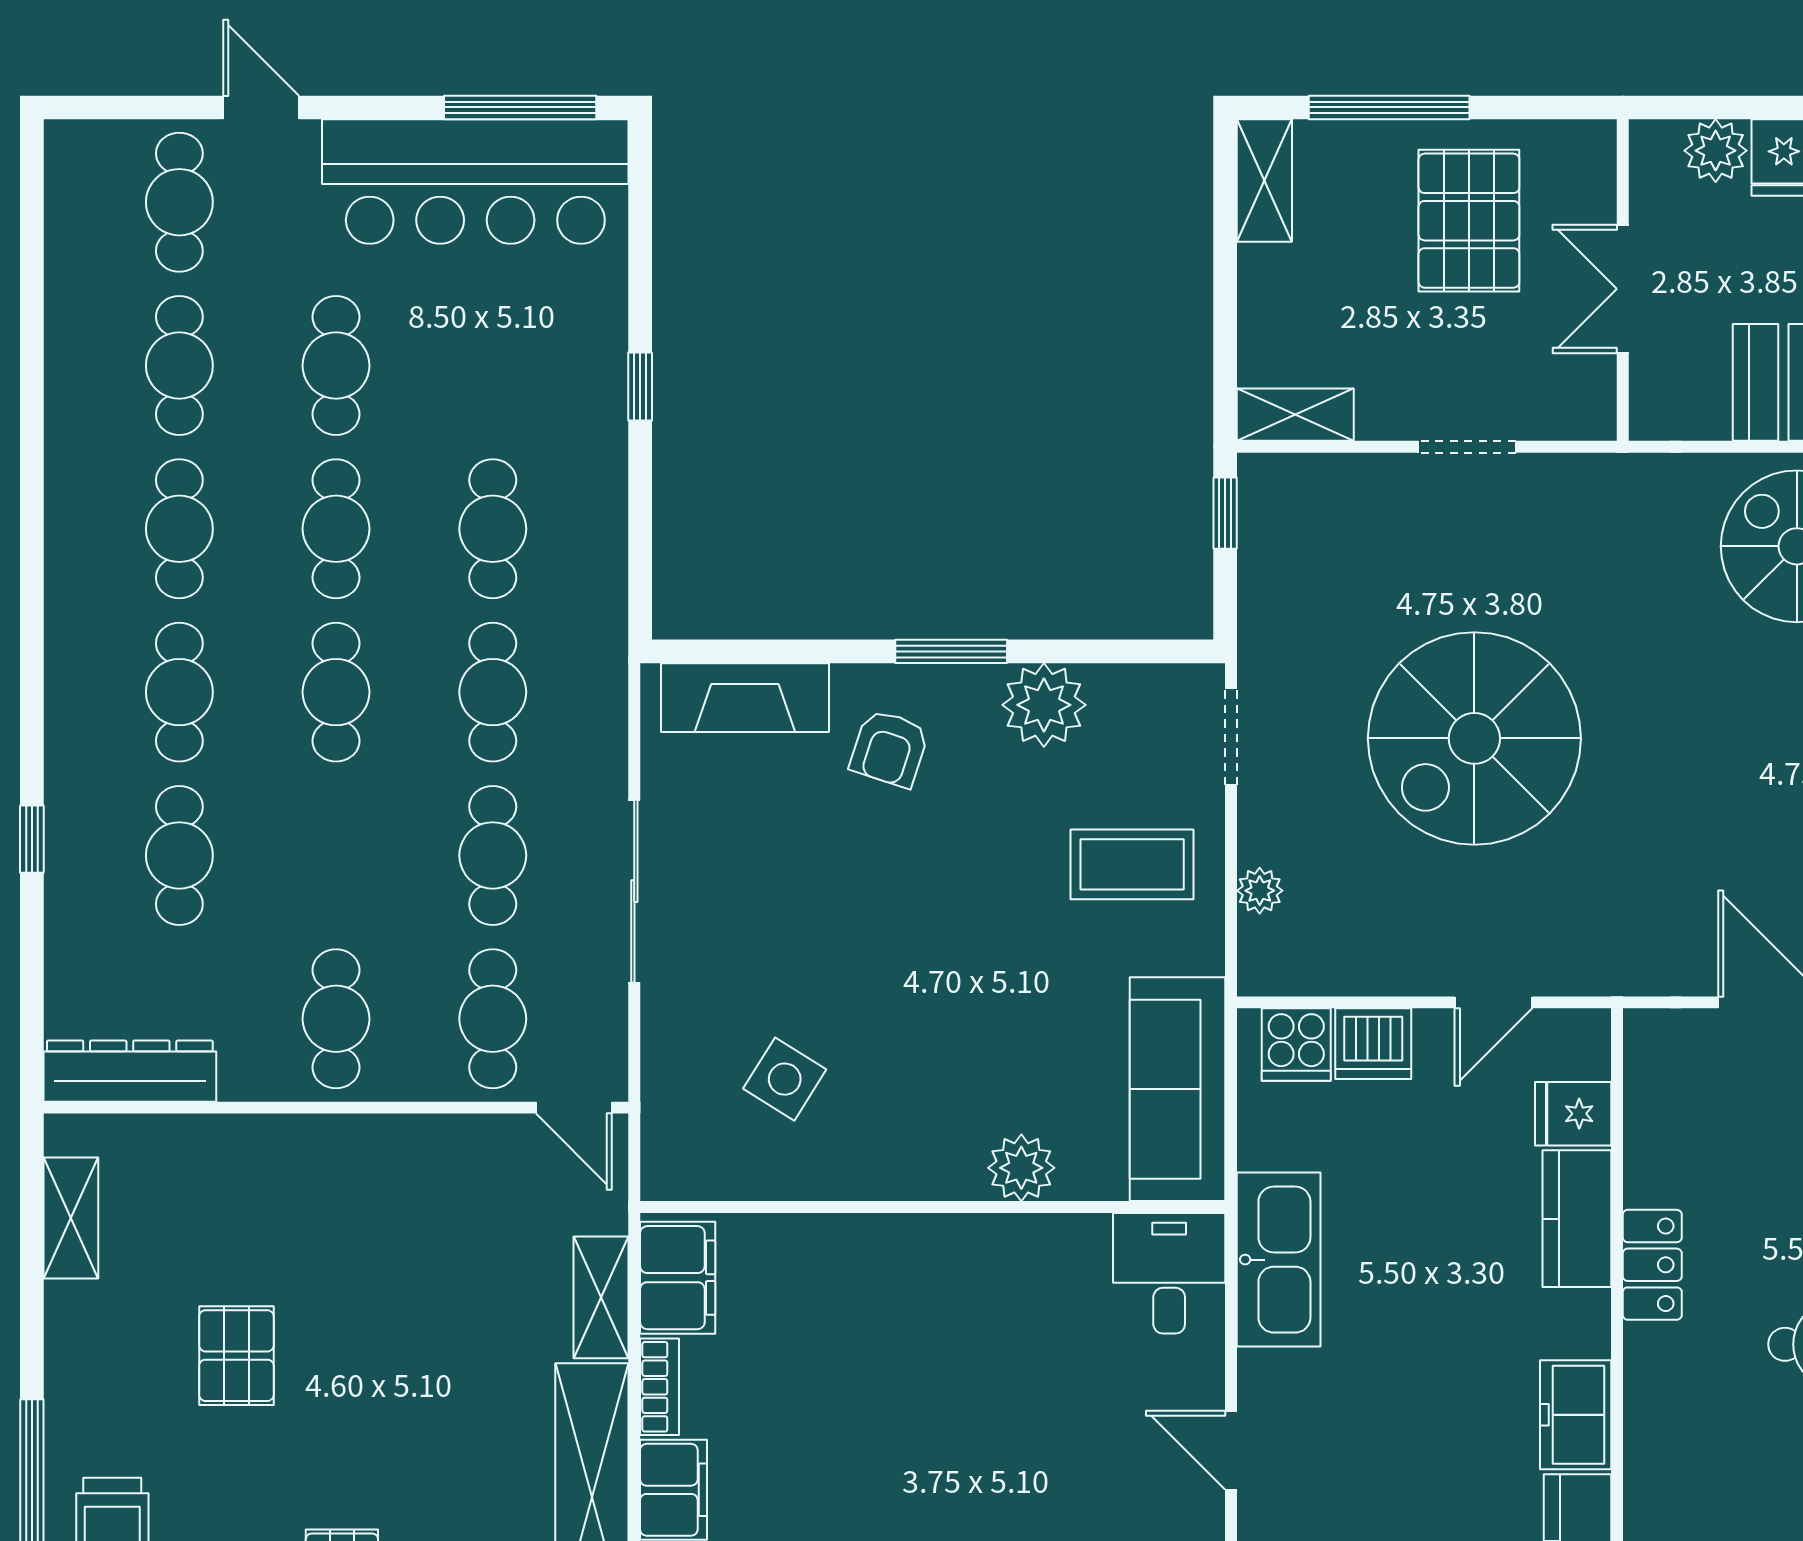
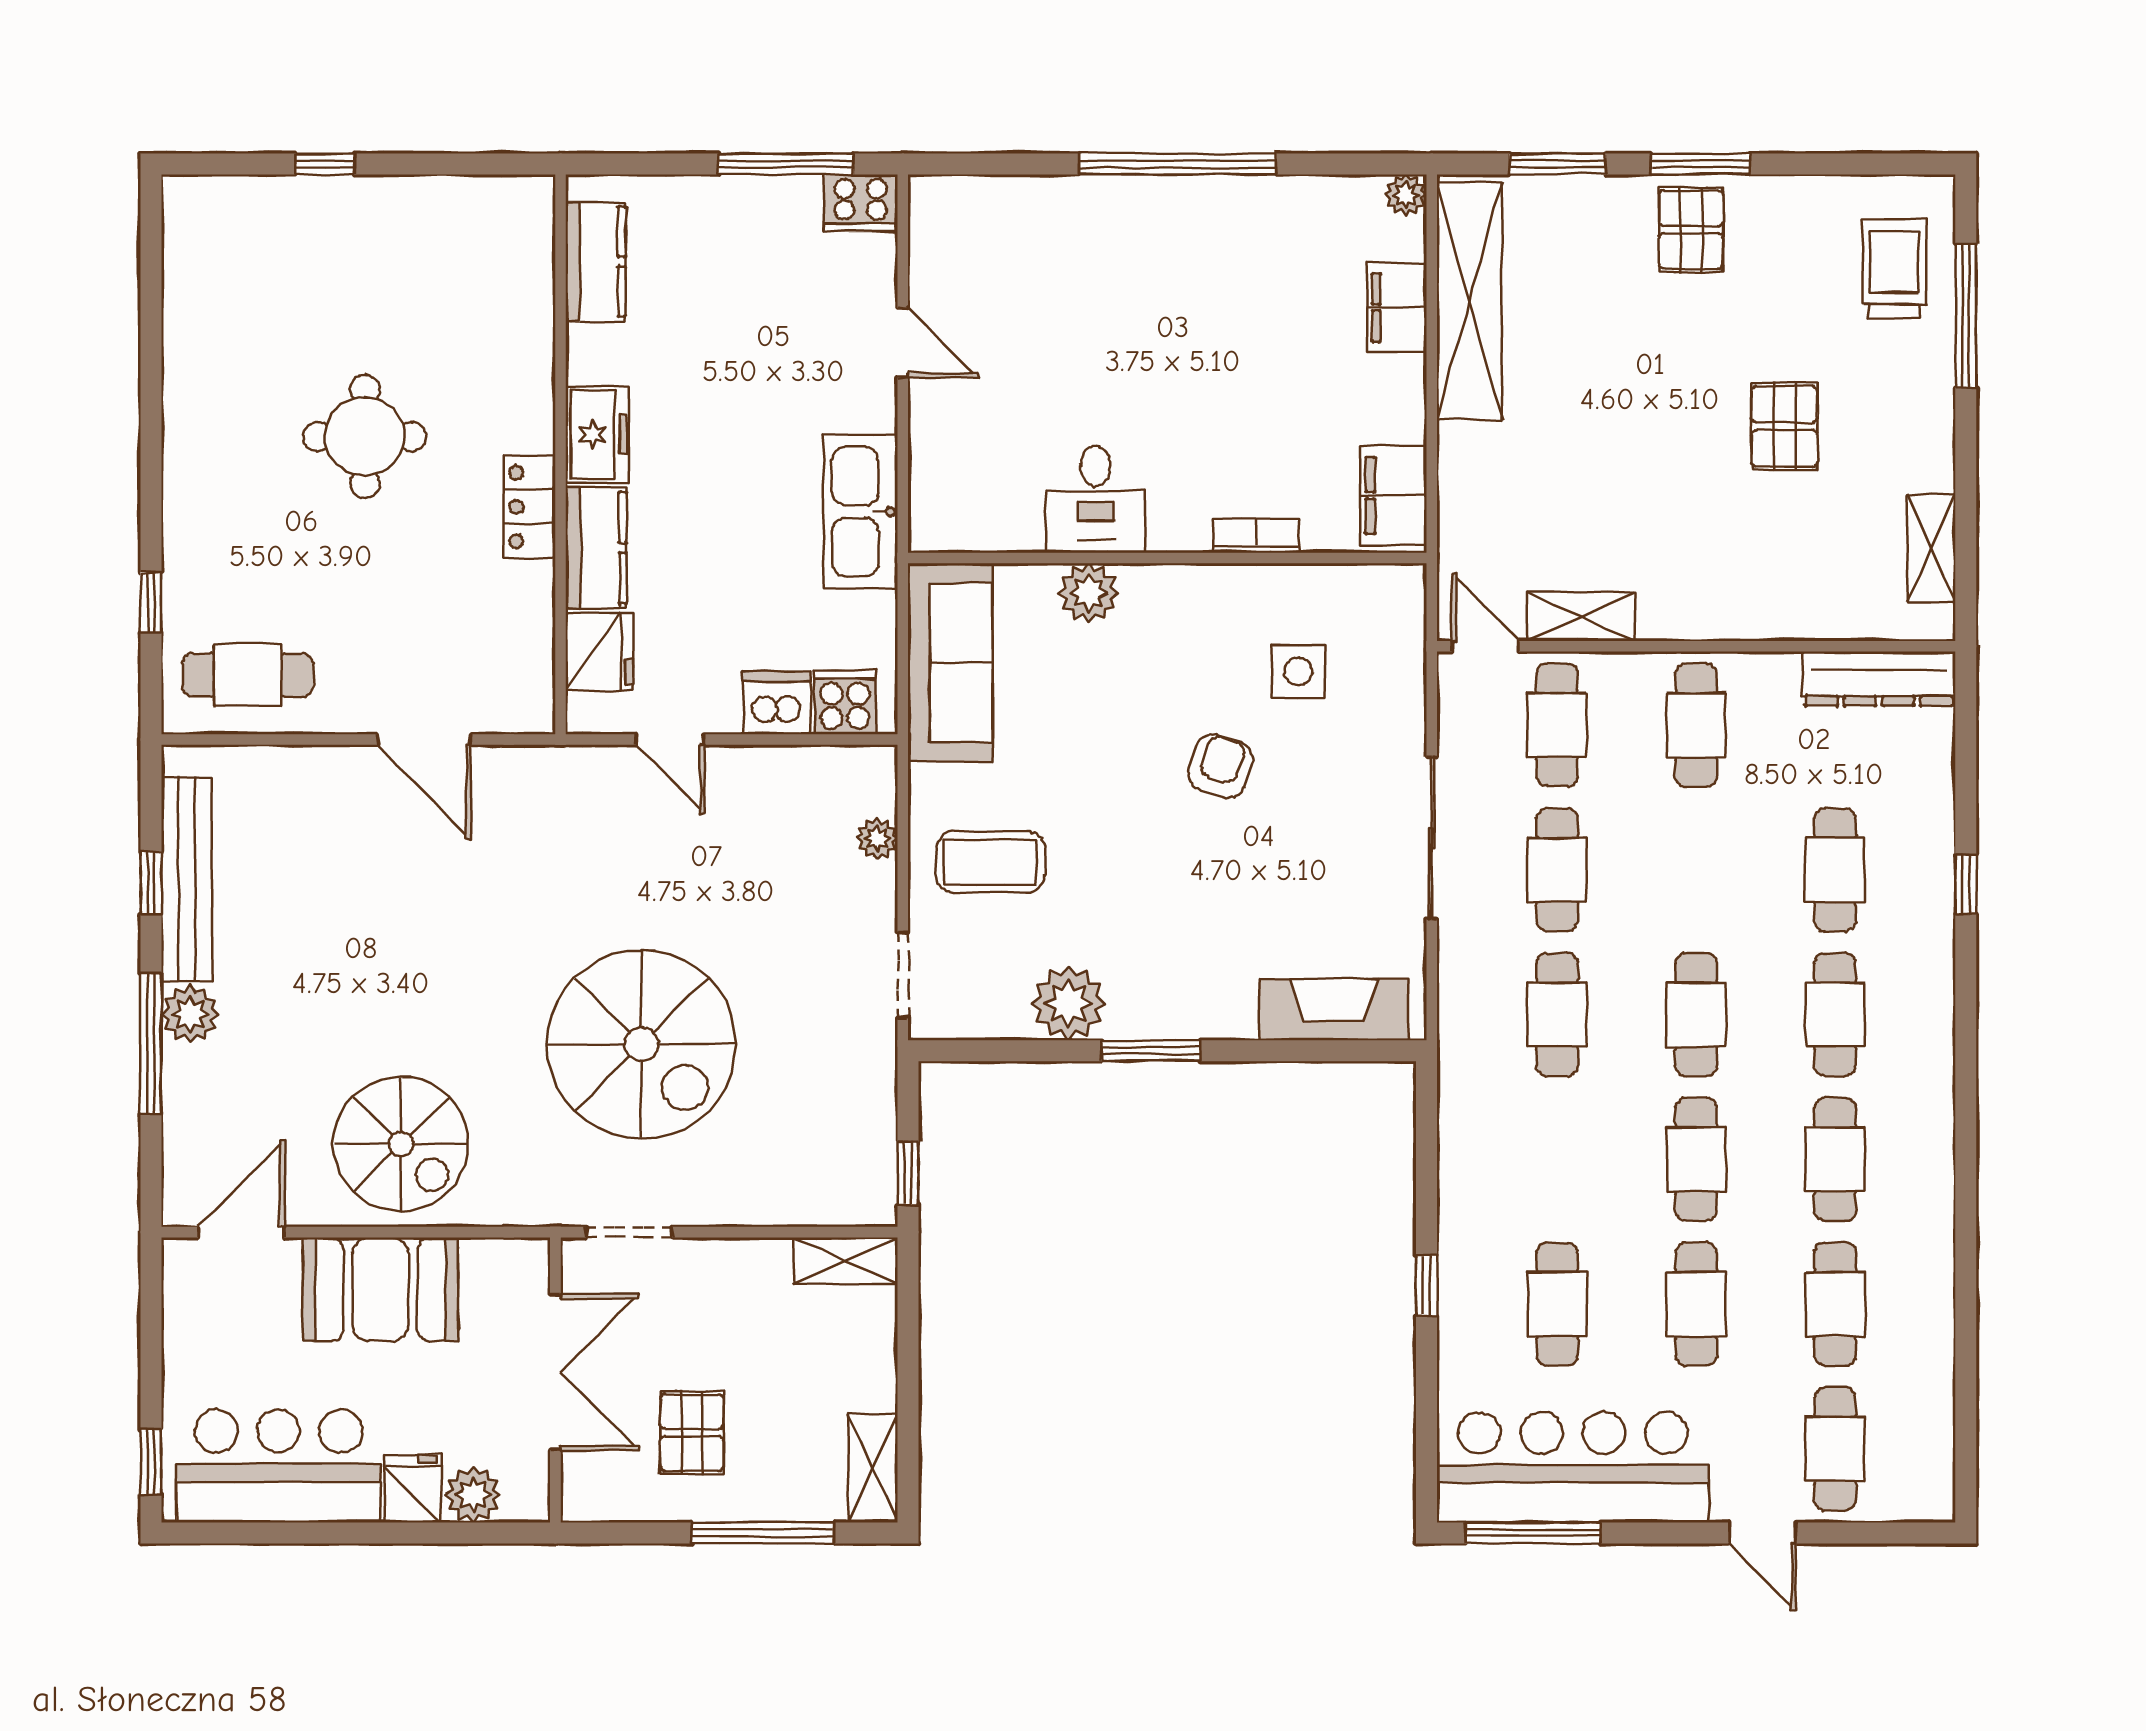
pallet: (1469, 221) -> (692, 1433), width x0.67, depth x0.71
double door: (1623, 289) -> (555, 1372), width x1.37
doorway: (1467, 447) -> (629, 1232), moved
cafe table: (493, 529) -> (1557, 1304), moved
spiral stairs: (1474, 738) -> (641, 1044), moved, turned 90
armchair: (889, 748) -> (1221, 766), moved
door: (1493, 1002) -> (670, 740), swing flipped
side table: (785, 1079) -> (1298, 672), turned -32
fridge: (1573, 1114) -> (599, 652), width x1.38
desk: (1169, 1273) -> (1096, 499), moved
shelving: (601, 1297) -> (1581, 617), moved, turned 90
bookcase: (659, 1387) -> (1256, 536), moved, turned 90
freezer: (1576, 1415) -> (597, 435), moved

